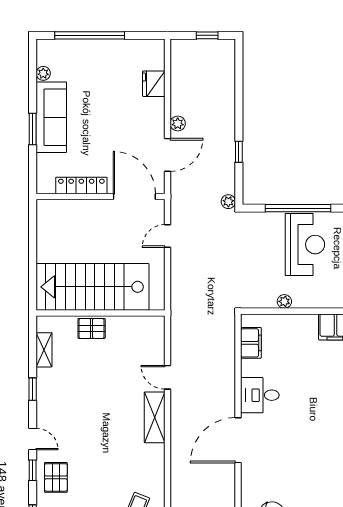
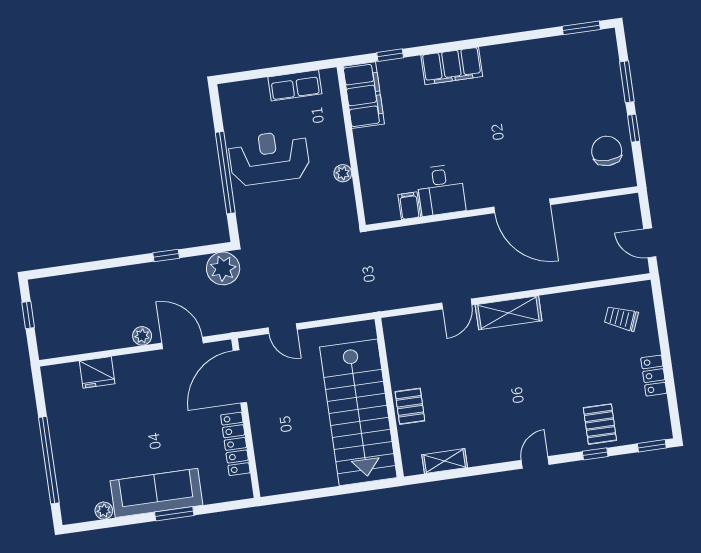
plant: (228, 202) -> (223, 268), width x1.87, depth x1.87
filing cabinet: (251, 343) -> (409, 206), width x0.50
window: (33, 389) -> (495, 468), removed
desk: (260, 395) -> (441, 190), moved
door: (33, 439) -> (535, 462), moved
pallet: (56, 477) -> (600, 424), turned 90

